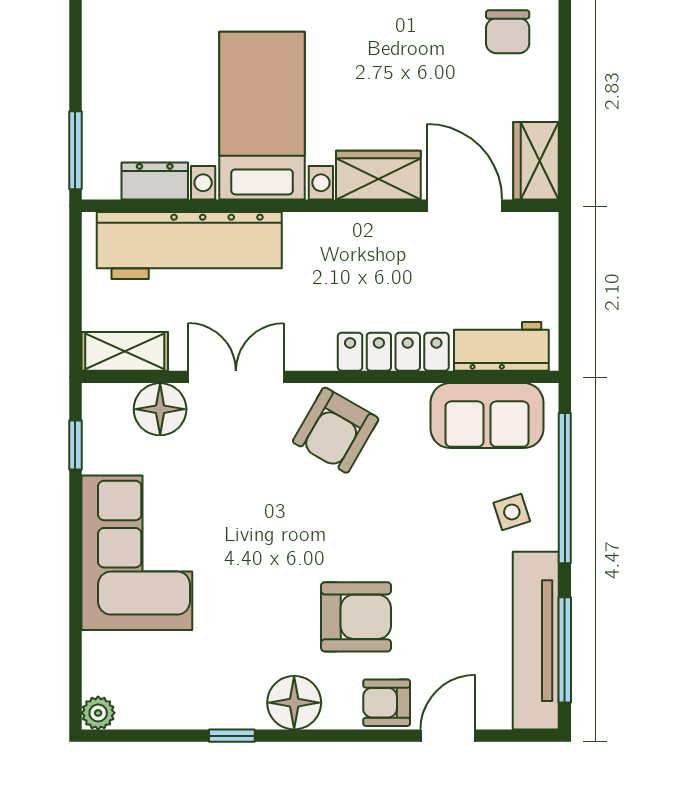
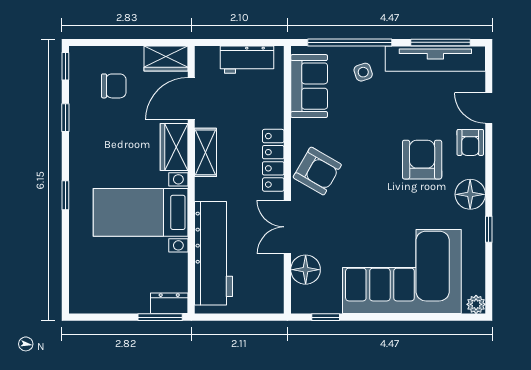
chair: (508, 32) -> (114, 86), moved
dresser: (155, 181) -> (169, 303), moved, turned 90
workbench: (501, 346) -> (247, 60), moved, turned -90
shelving: (125, 351) -> (206, 152), moved
locker: (393, 352) -> (273, 160), moved
corner sofa: (137, 553) -> (402, 271), width x1.36, depth x1.36

